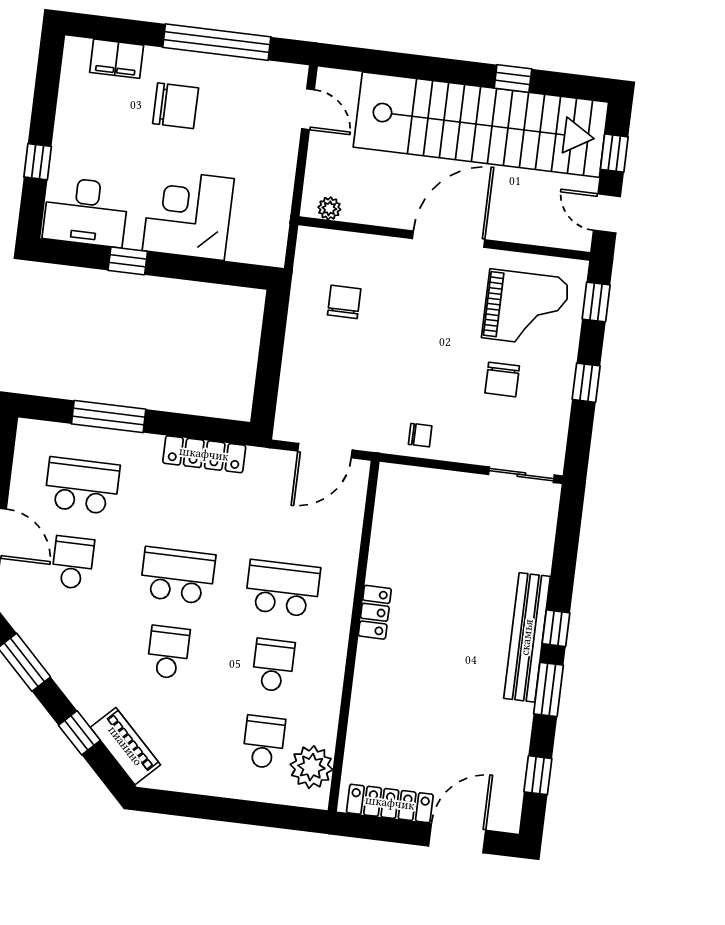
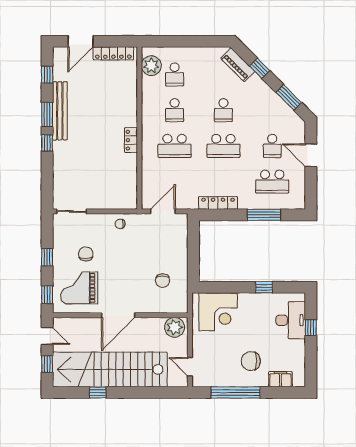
plant: (329, 208) -> (175, 327), width x1.88, depth x1.88
desk: (86, 212) -> (291, 320), moved, turned 90
corner desk: (188, 215) -> (218, 312), moved
bench: (527, 637) -> (60, 111), moved

